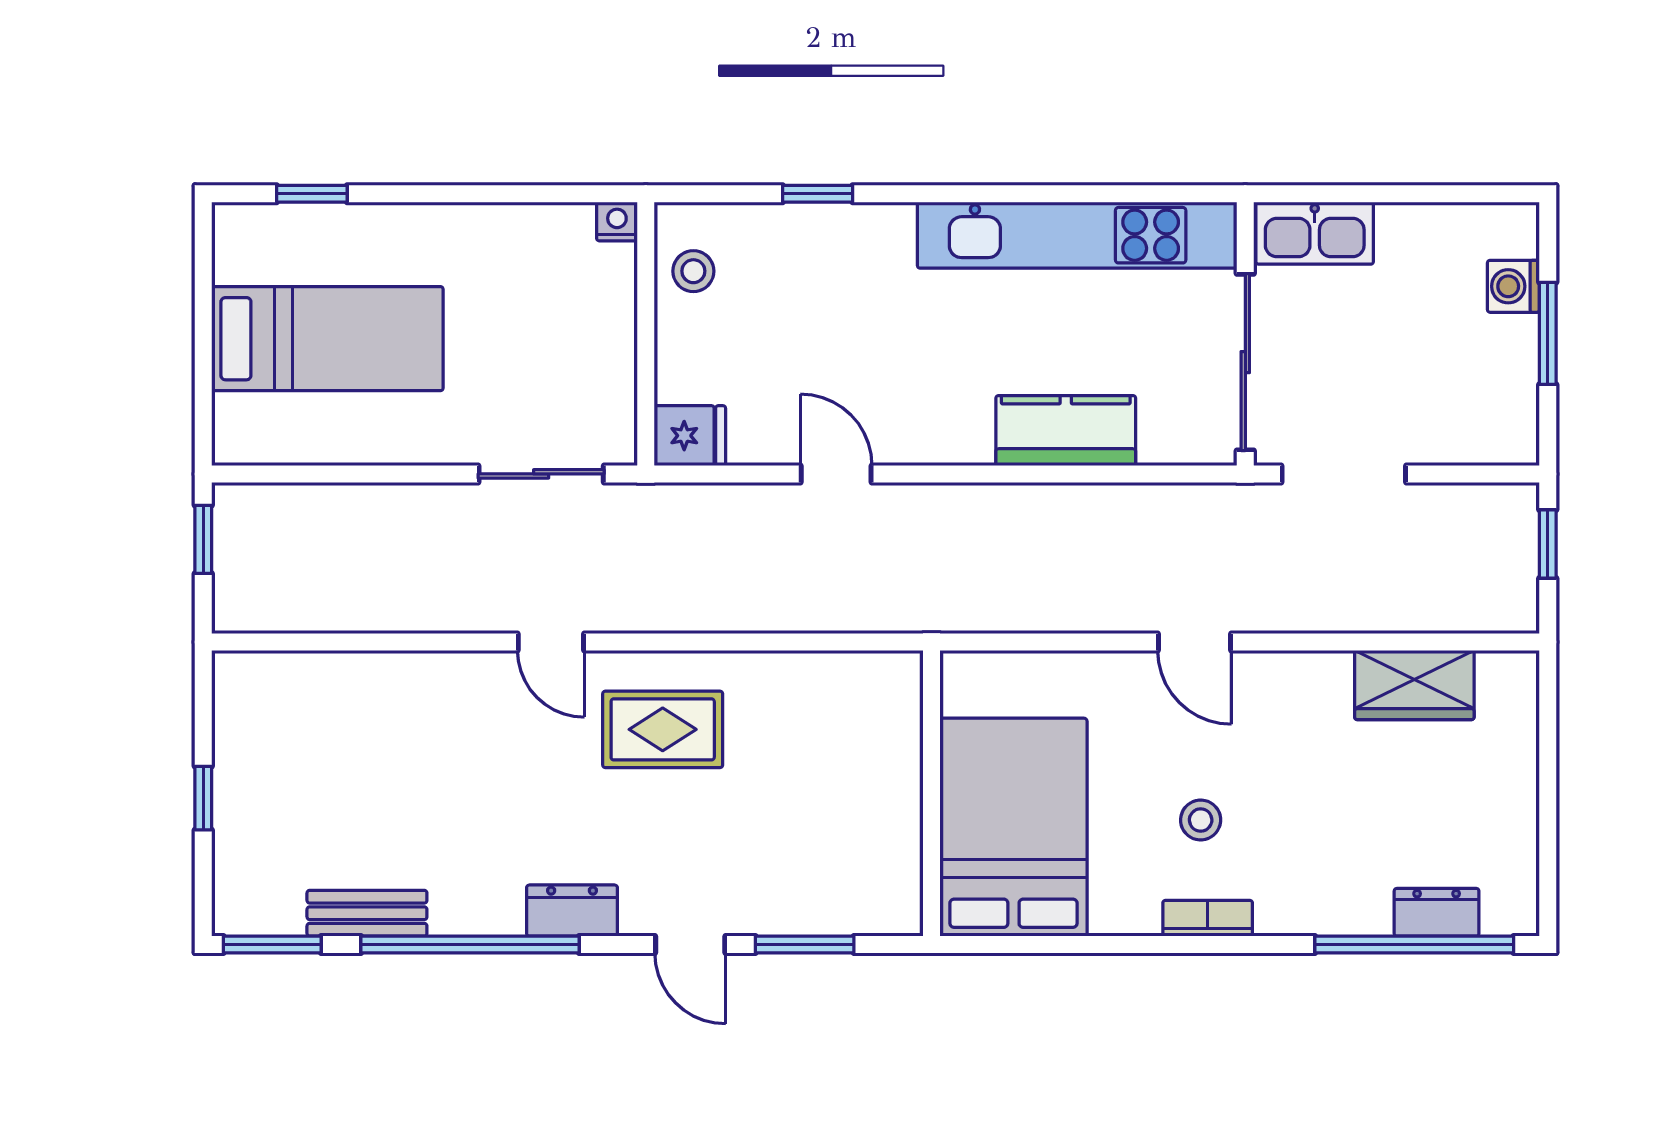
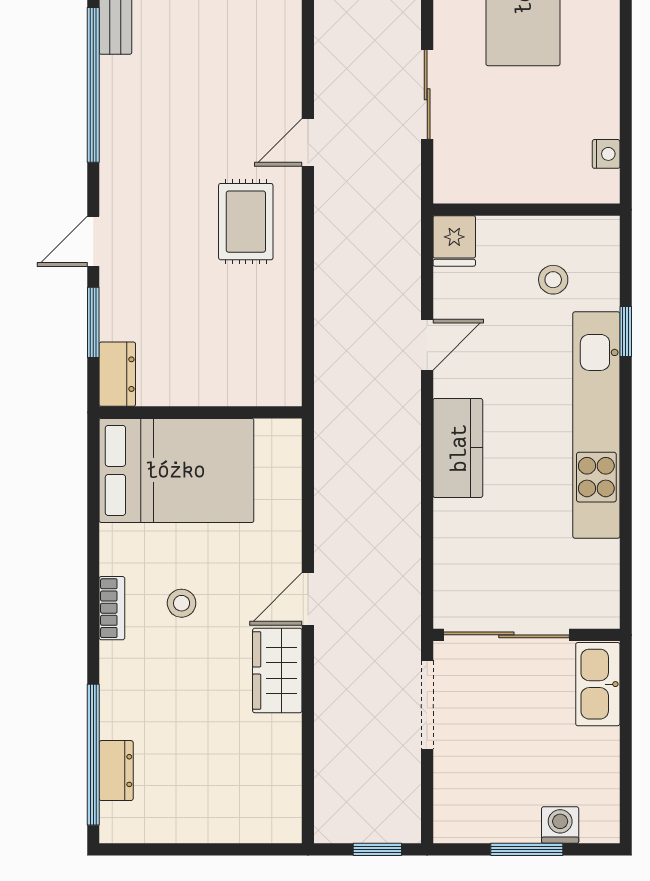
nightstand: (617, 221) -> (606, 154), moved
kitchen unit: (1077, 235) -> (596, 425), moved
stool: (693, 271) -> (553, 280), moved
kitchen counter: (1066, 431) -> (458, 448), moved
sliding door: (541, 474) -> (427, 94), moved
wardrobe: (1414, 685) -> (277, 670), moved
dresser: (572, 911) -> (117, 374), moved

